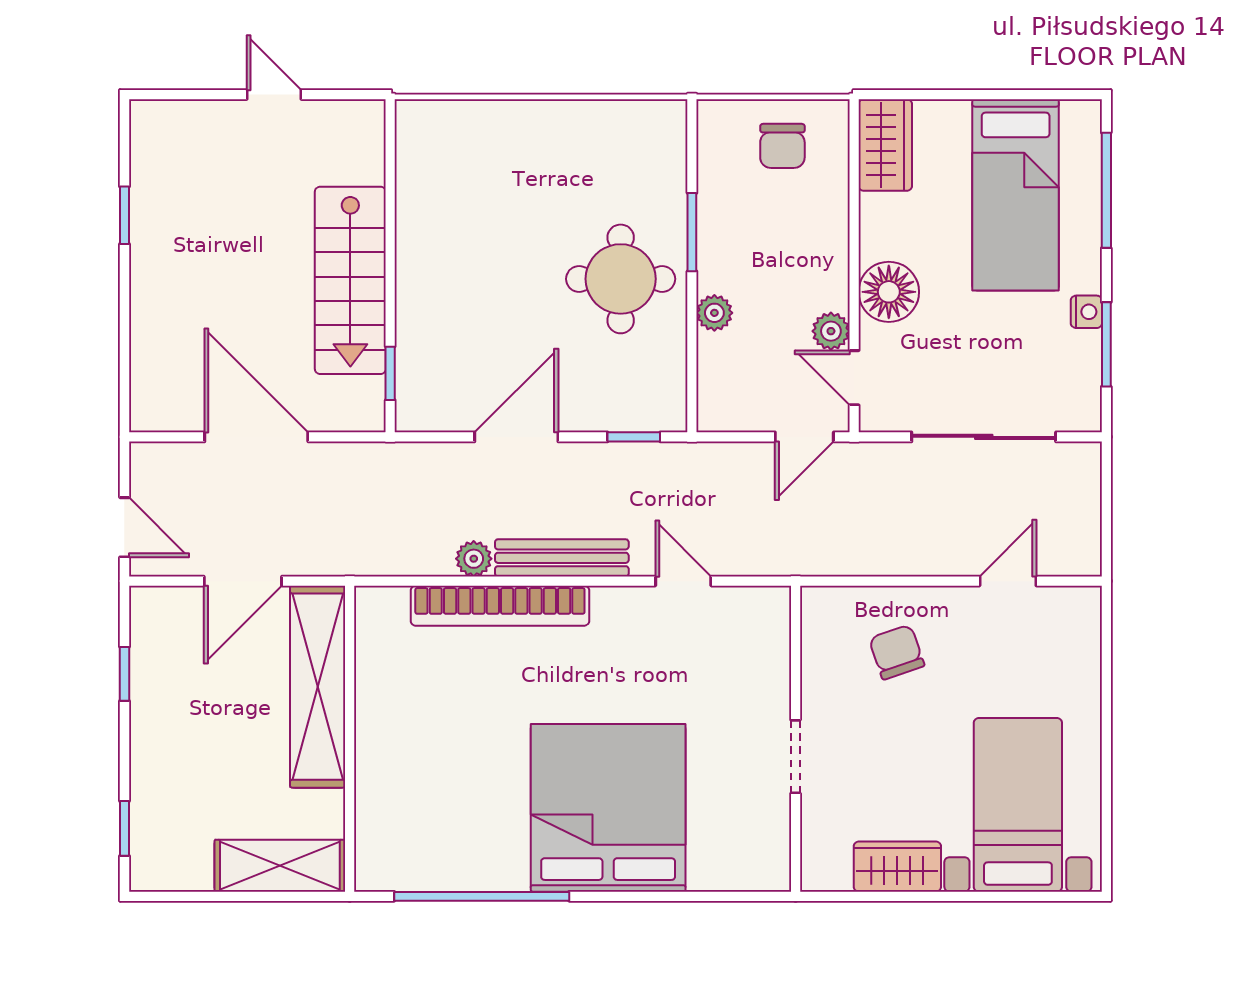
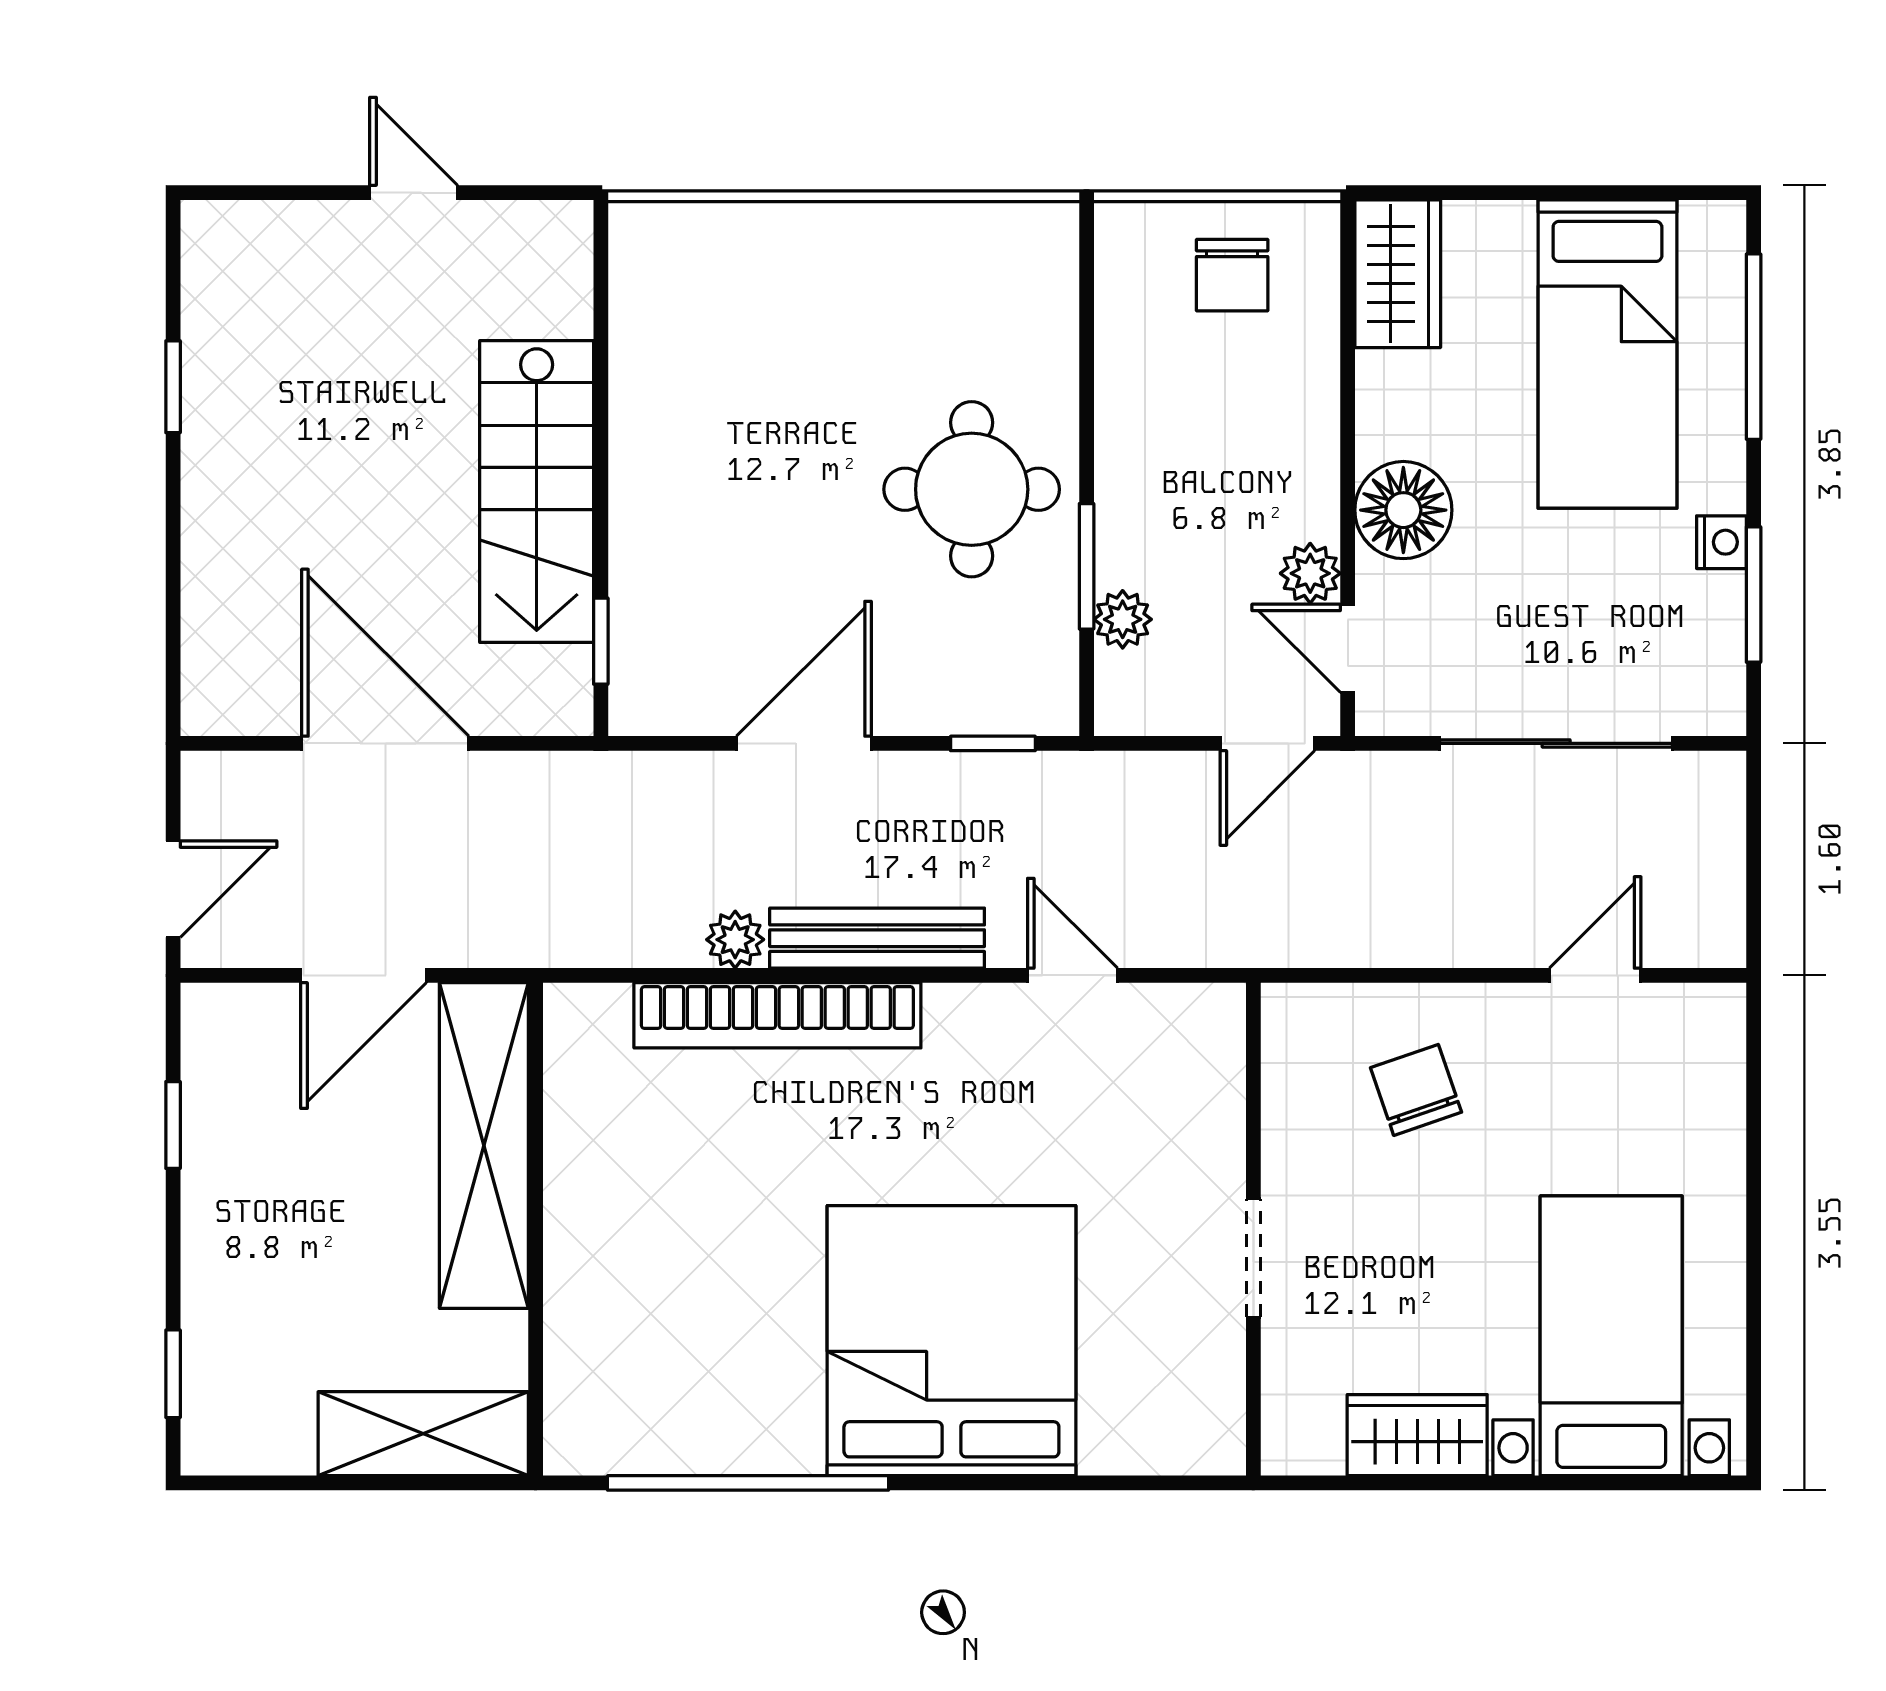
window: (692, 232) -> (1087, 566), moved
plant: (714, 313) -> (1123, 619), moved
door: (124, 527) -> (173, 889), hinge flipped

